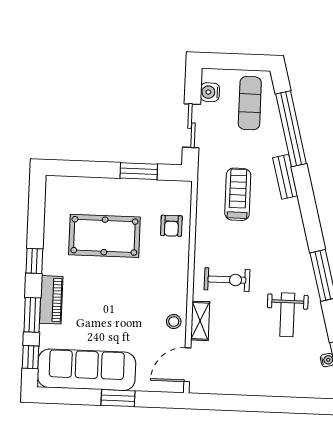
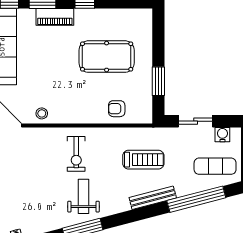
bench: (285, 177) -> (153, 198), width x1.36
pool table: (104, 236) -> (107, 57), turned 90
weight bench: (287, 315) -> (84, 196), moved, turned 90
shelving: (200, 321) -> (43, 134), removed

